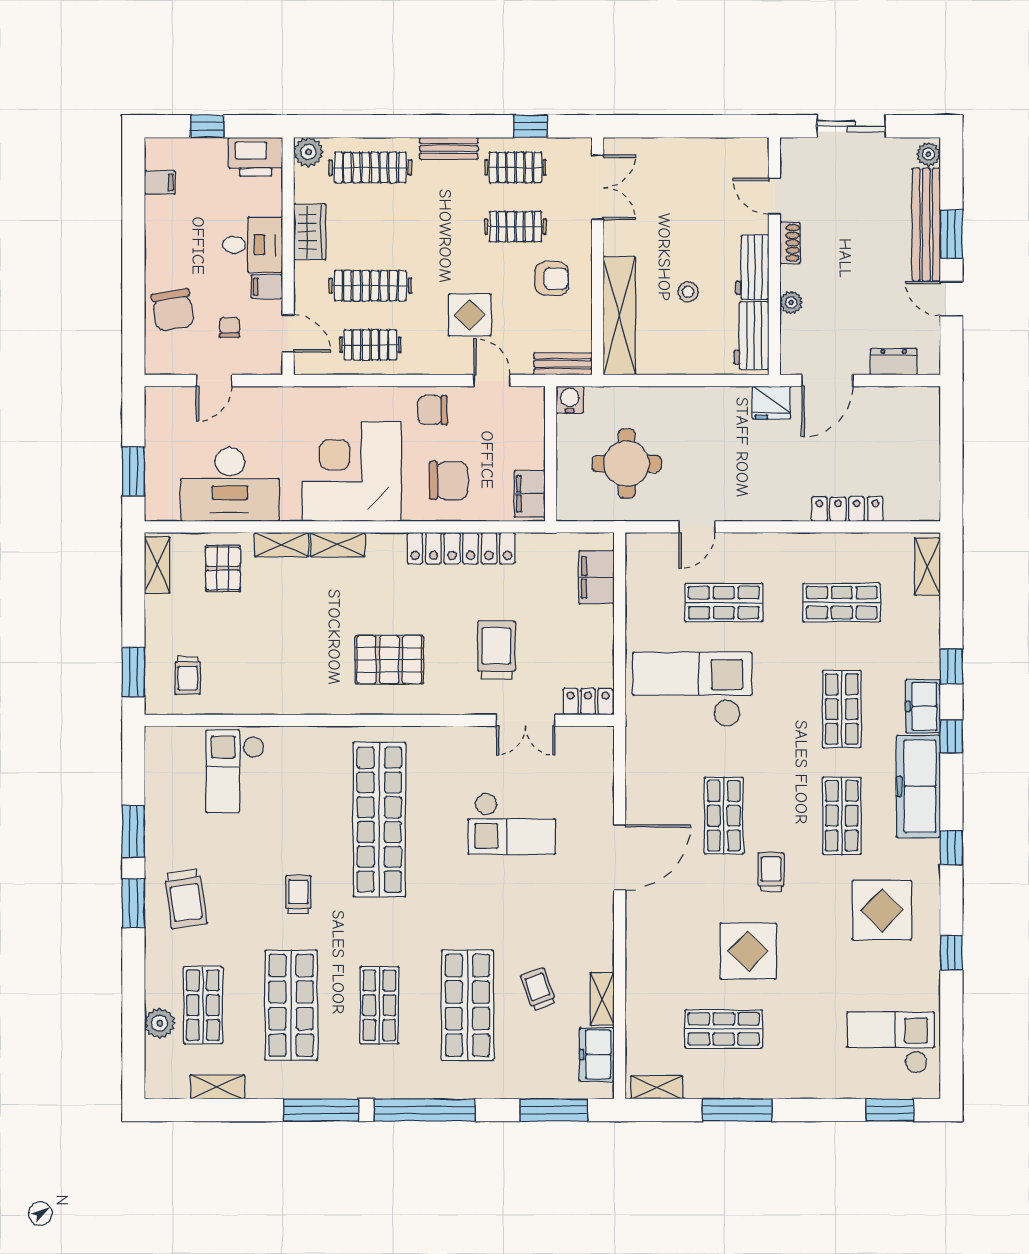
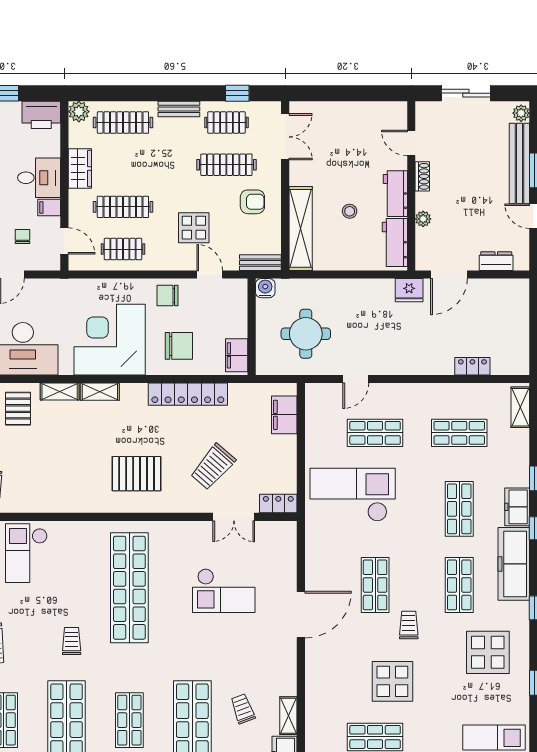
clothes rail: (515, 227) -> (226, 165), width x1.36
locker: (847, 509) -> (472, 366), width x0.66
trolley: (496, 650) -> (213, 467), turned -139

